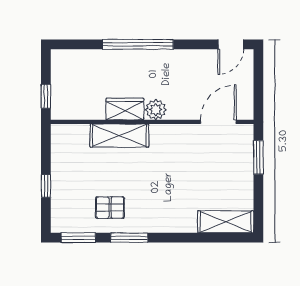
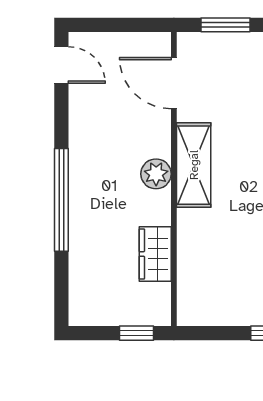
wardrobe: (125, 109) -> (155, 254), moved
shelving: (119, 135) -> (194, 165), moved

